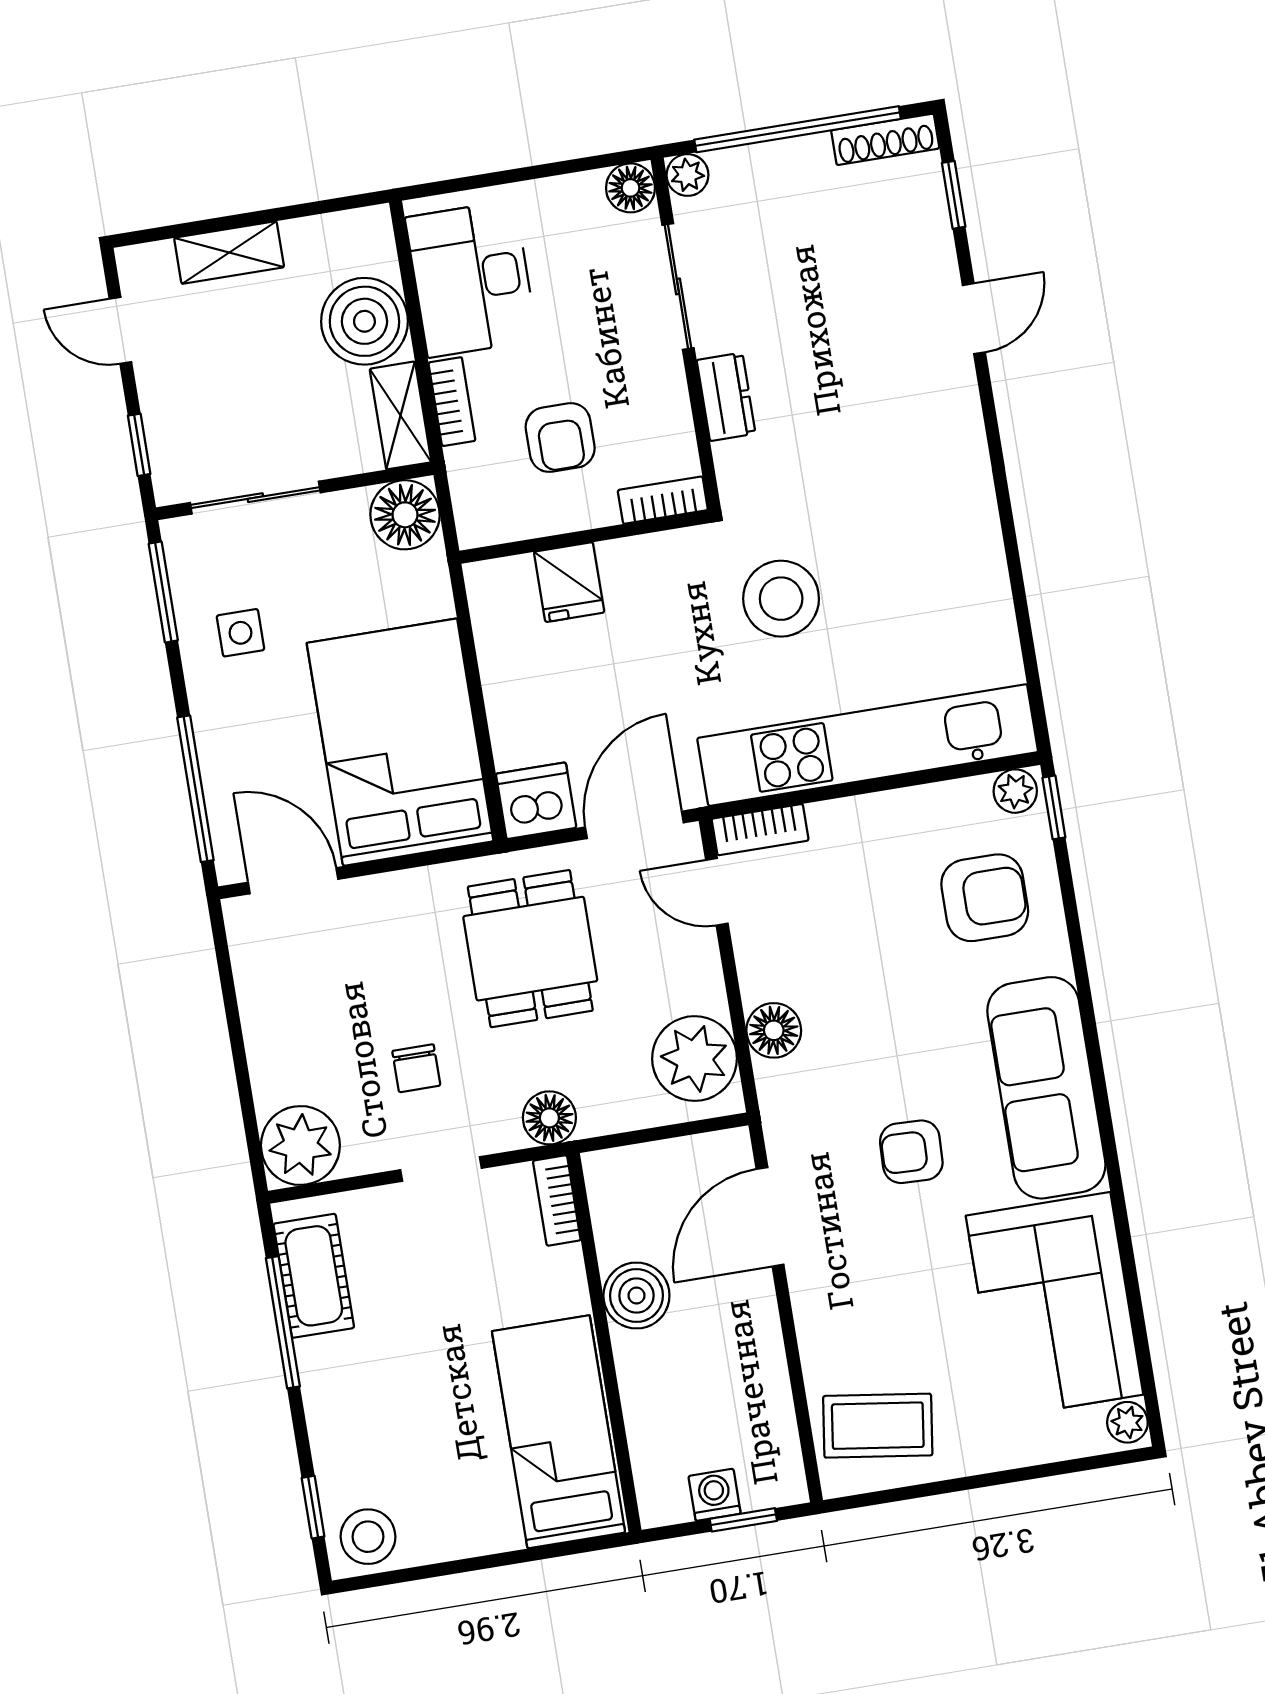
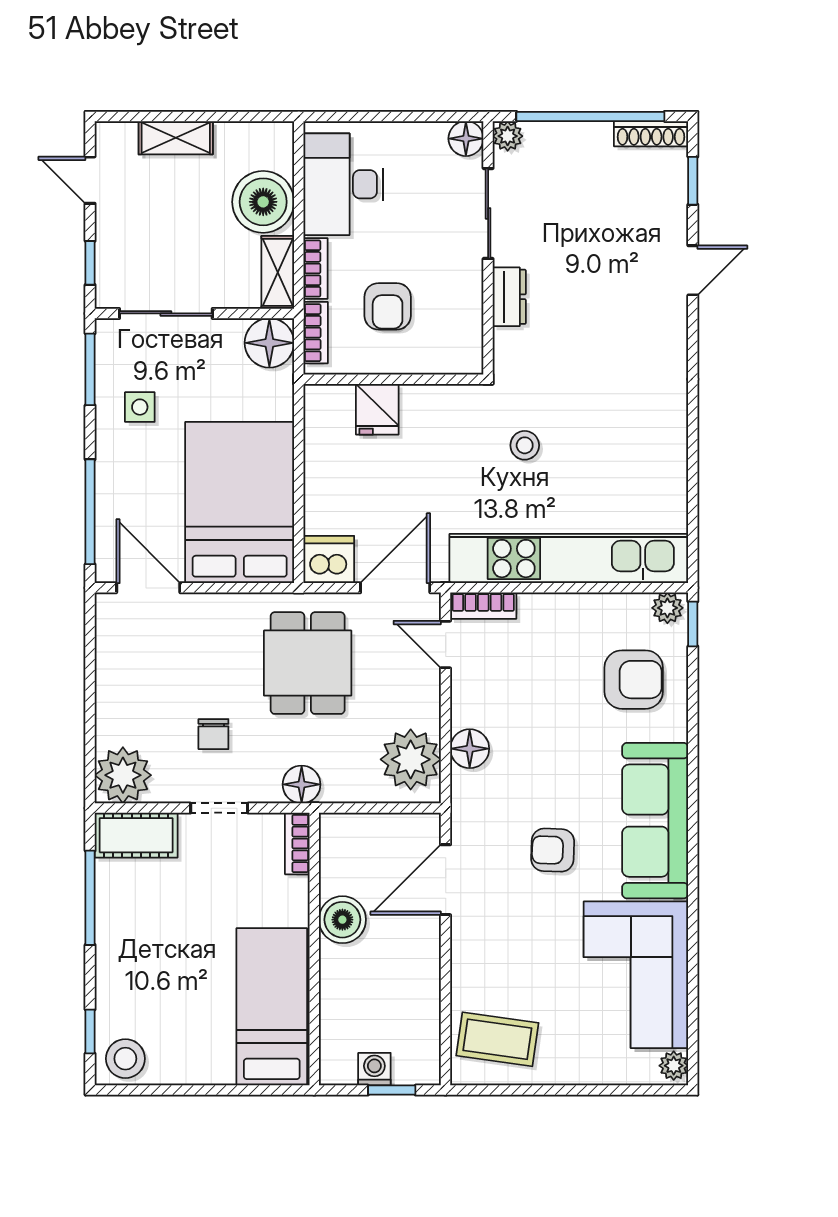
bookcase: (663, 500) -> (316, 333), moved, turned 90
stool: (781, 599) -> (525, 445), width x0.53, depth x0.53
cot: (314, 1276) -> (136, 835), moved, turned 90

